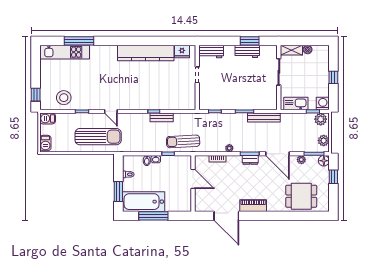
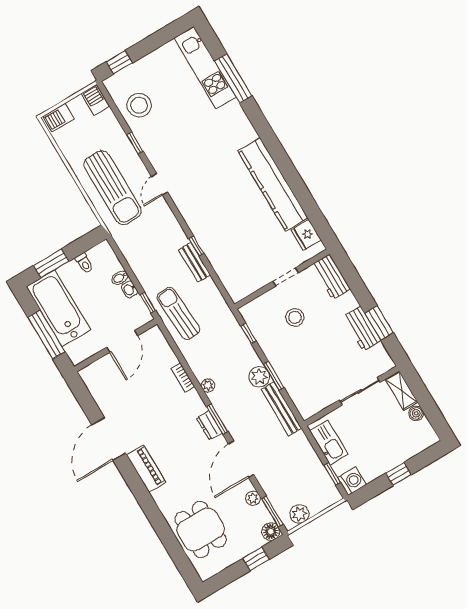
stool: (221, 83) -> (295, 317), added
plant: (321, 119) -> (259, 377), moved
door: (193, 179) -> (122, 341), moved
wall: (193, 183) -> (116, 345), moved

